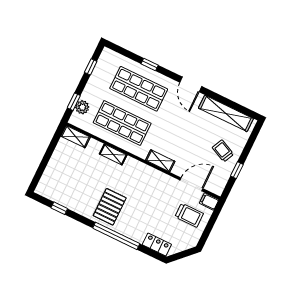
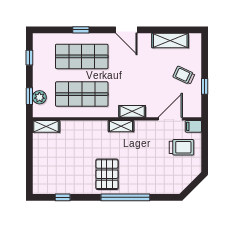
shelving: (226, 113) -> (170, 40), width x0.68
shelving: (113, 155) -> (121, 126), moved
locker: (157, 245) -> (165, 187), removed

